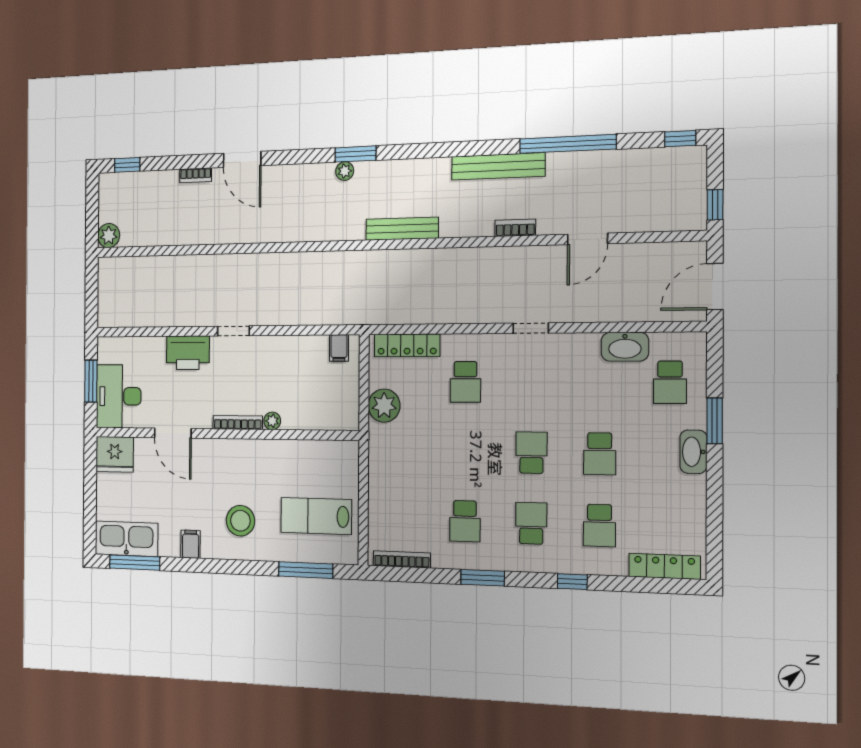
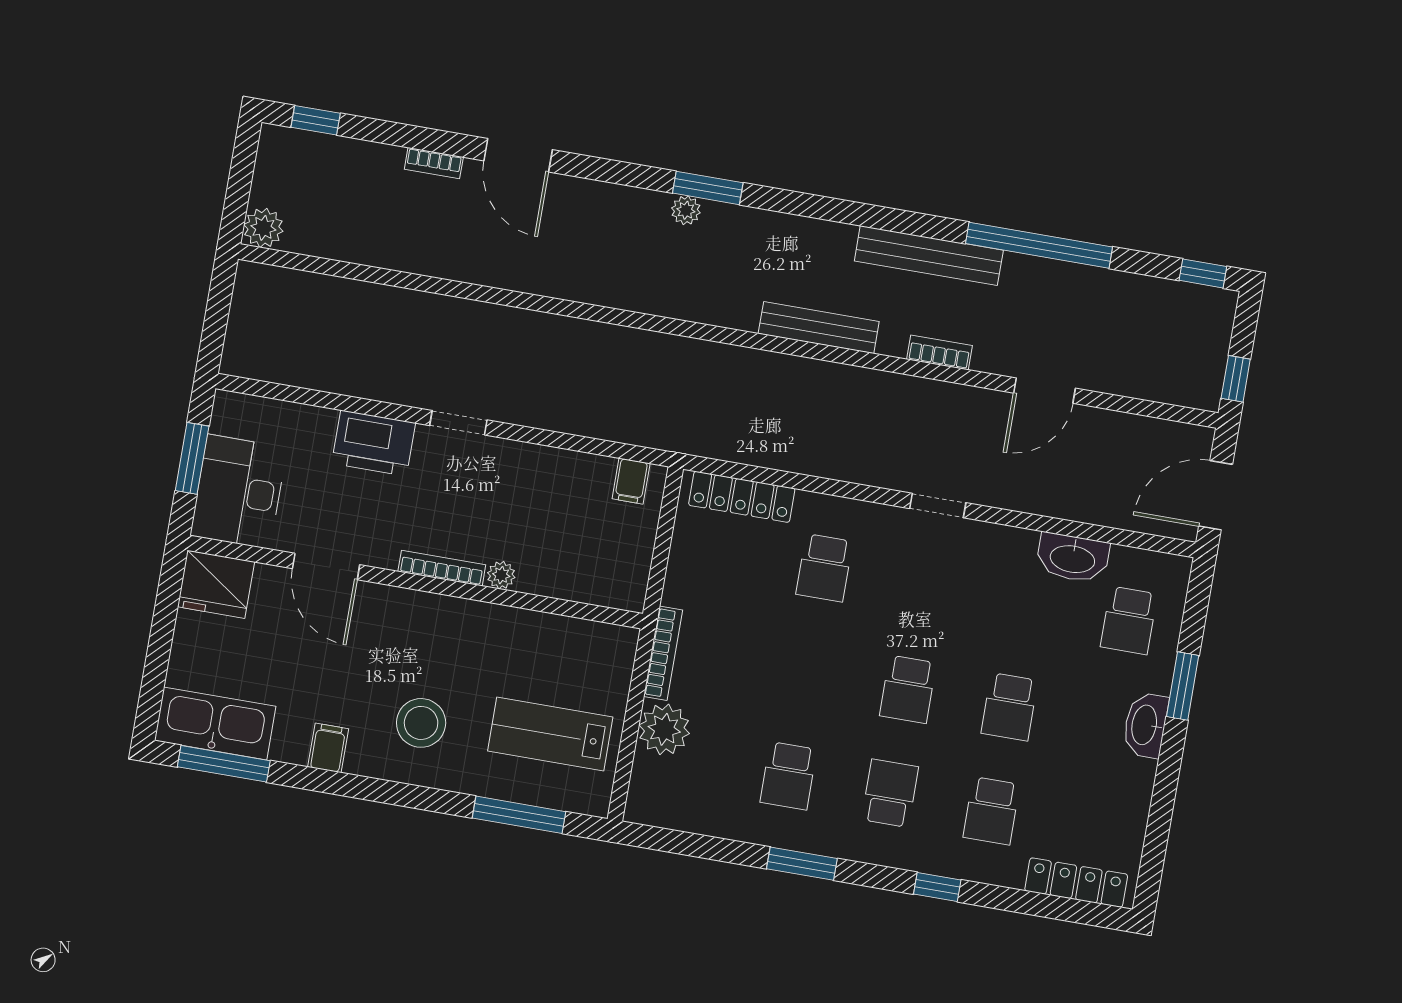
bench: (402, 229) -> (819, 328), moved
plant: (384, 406) -> (664, 729), moved
school desk: (531, 453) -> (908, 689), turned 180
bookcase: (402, 559) -> (663, 653), moved, turned 90

